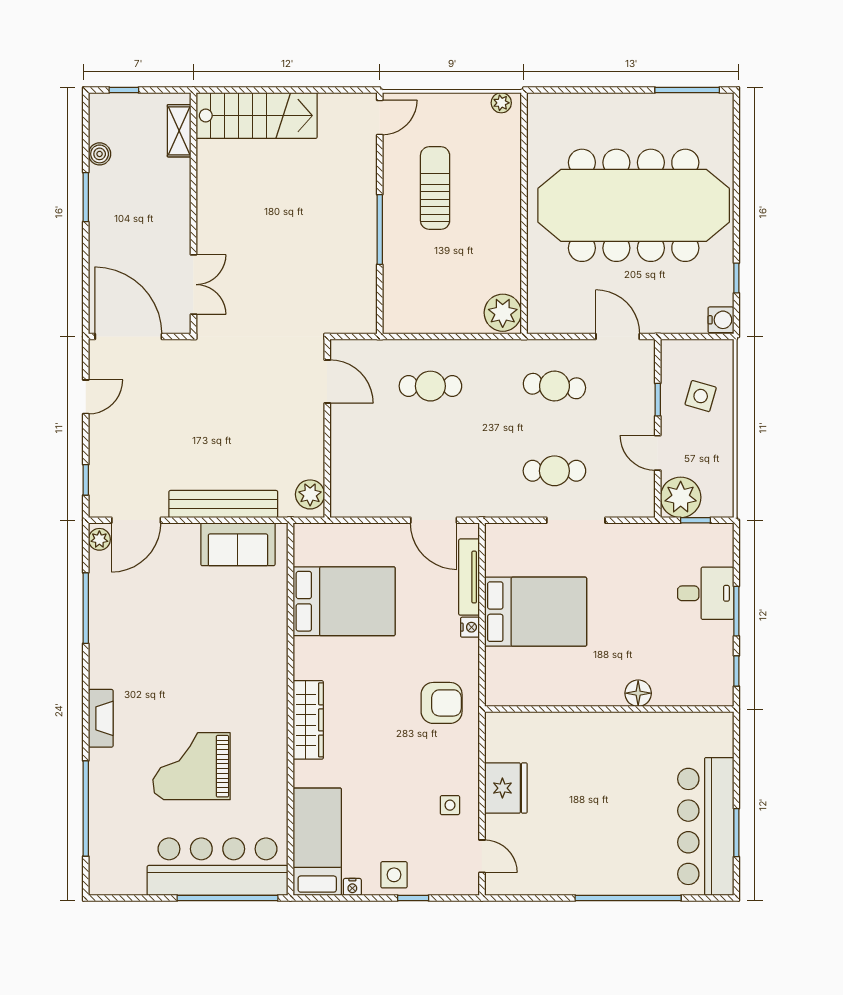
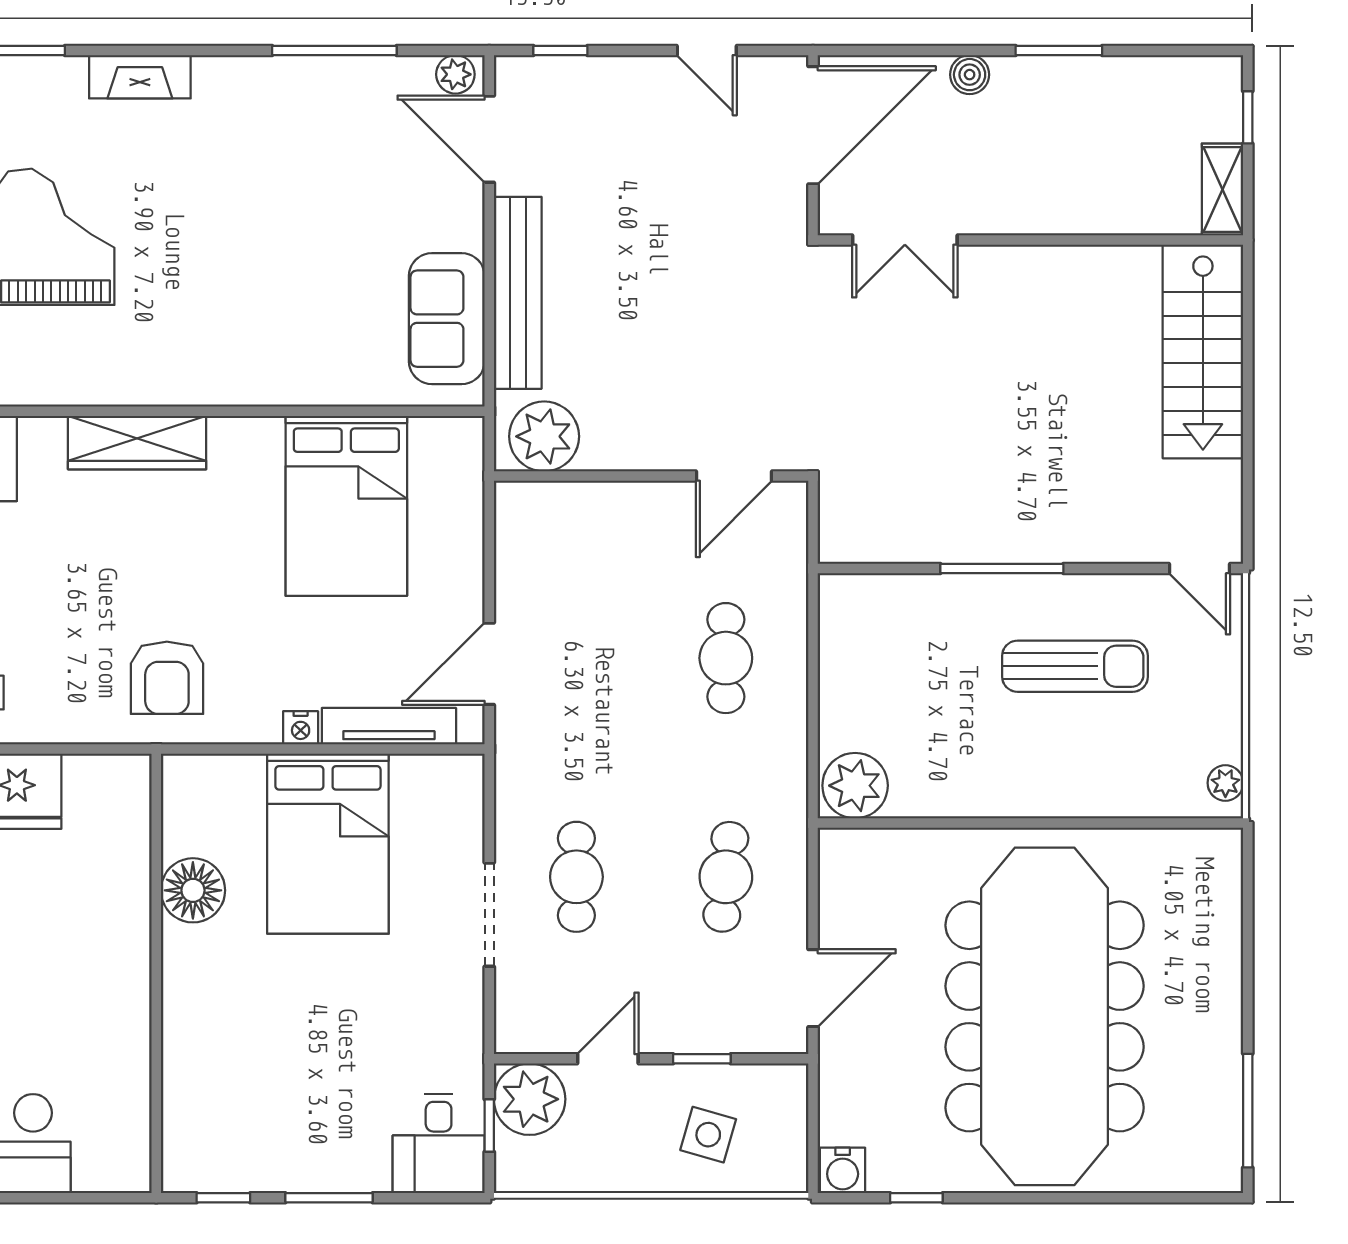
shelving: (179, 131) -> (1223, 190), moved, turned 90
boiler: (100, 154) -> (970, 75), moved
plant: (310, 494) -> (544, 436), width x1.36, depth x1.36
desk: (706, 593) -> (439, 1143), moved
floor lamp: (638, 693) -> (193, 890), moved, width x1.38, depth x1.38

